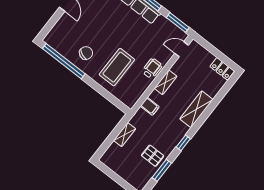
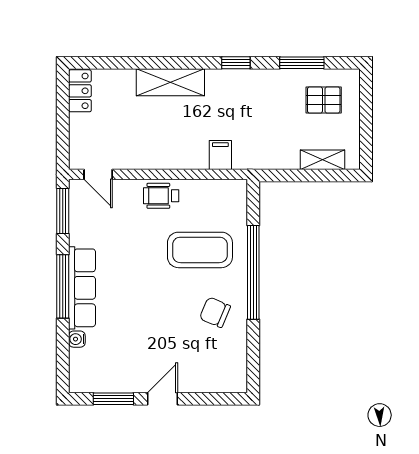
window: (64, 61) -> (253, 272), moved
shelving: (166, 82) -> (166, 160), removed
shelving: (125, 135) -> (323, 160), moved
pallet: (153, 156) -> (324, 100), moved, turned 90

